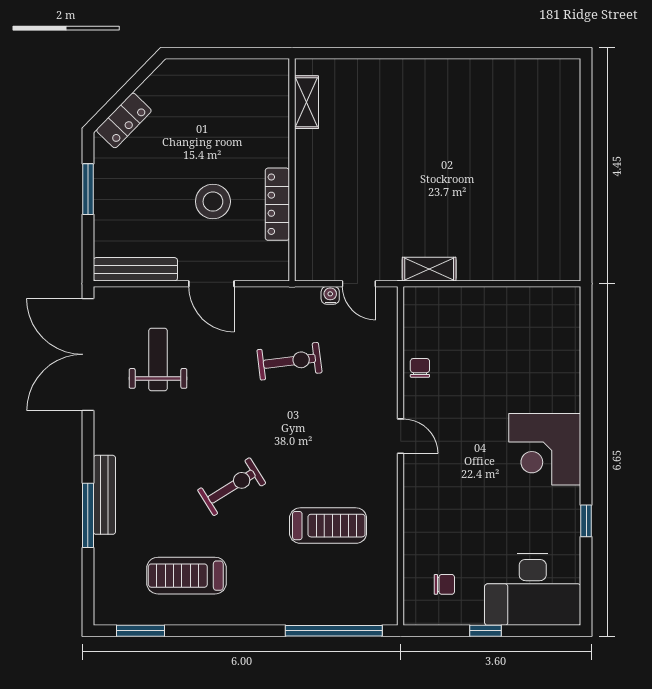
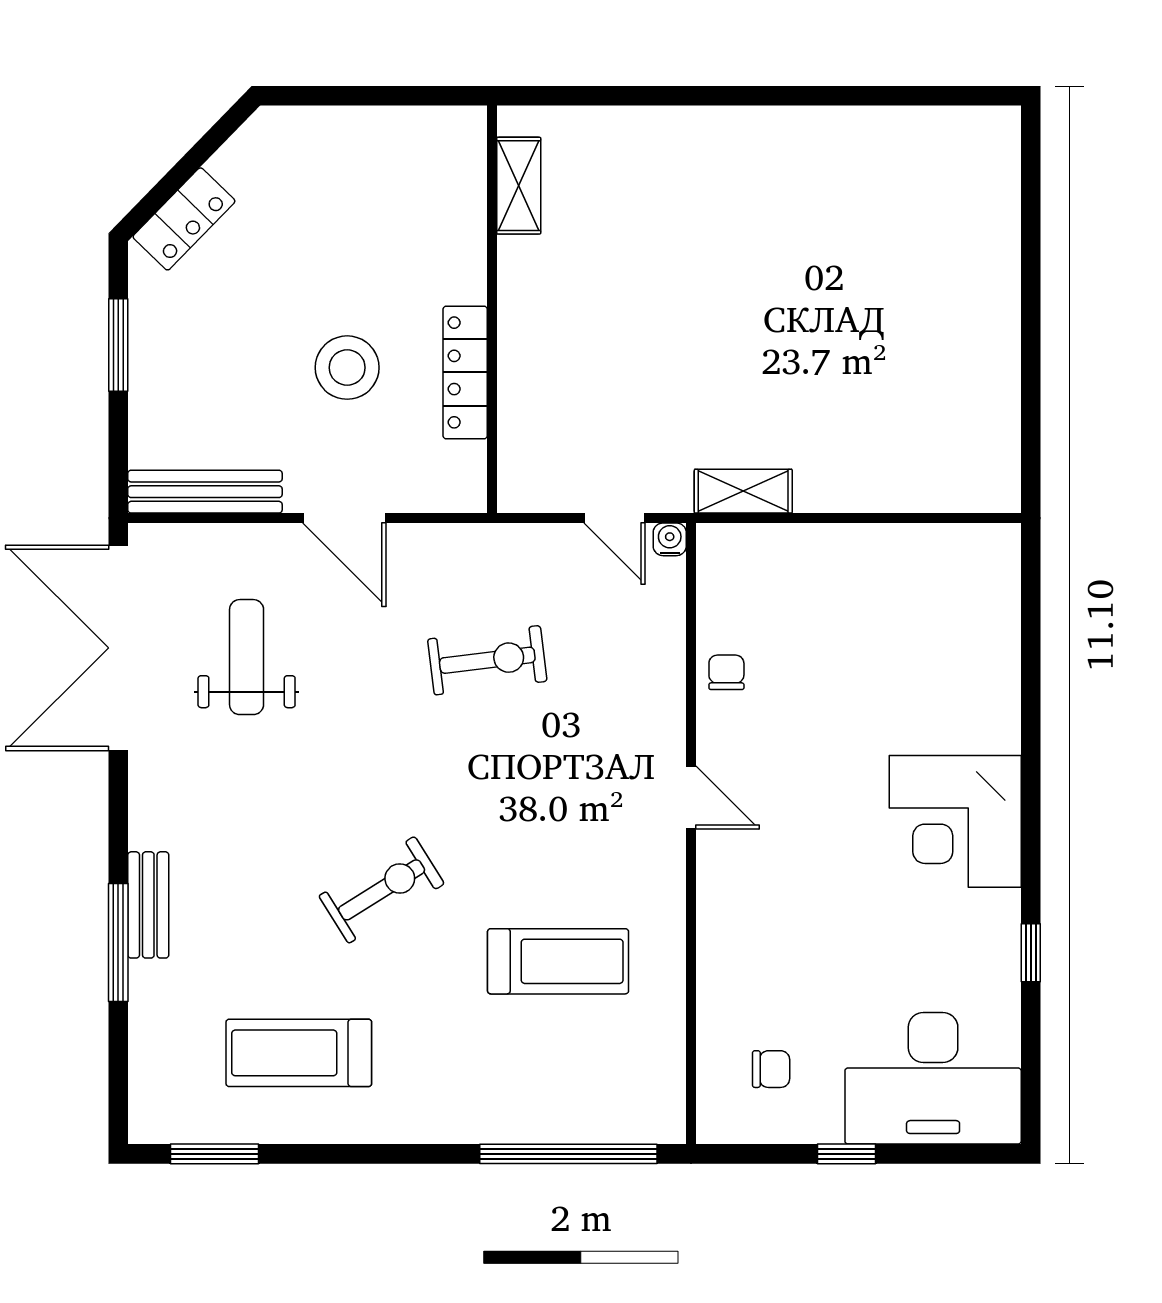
water cooler: (330, 295) -> (670, 539), moved
bench: (104, 495) -> (148, 905), width x0.73

